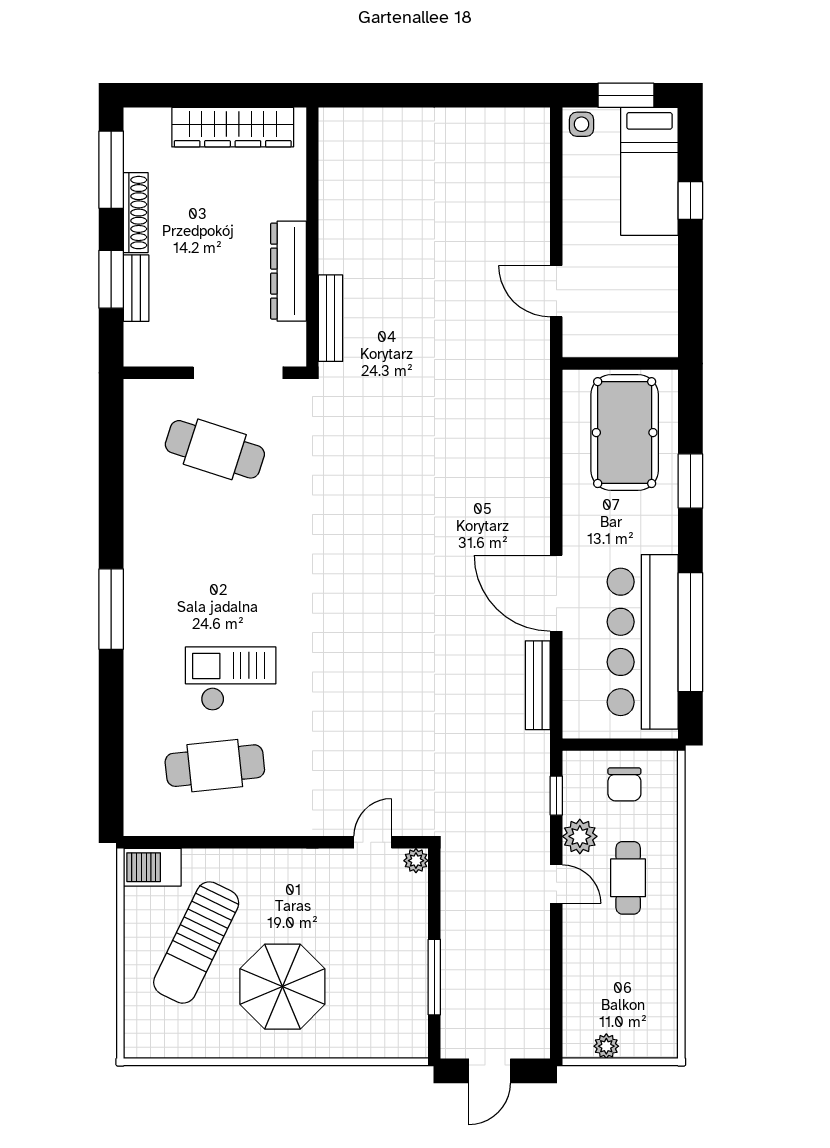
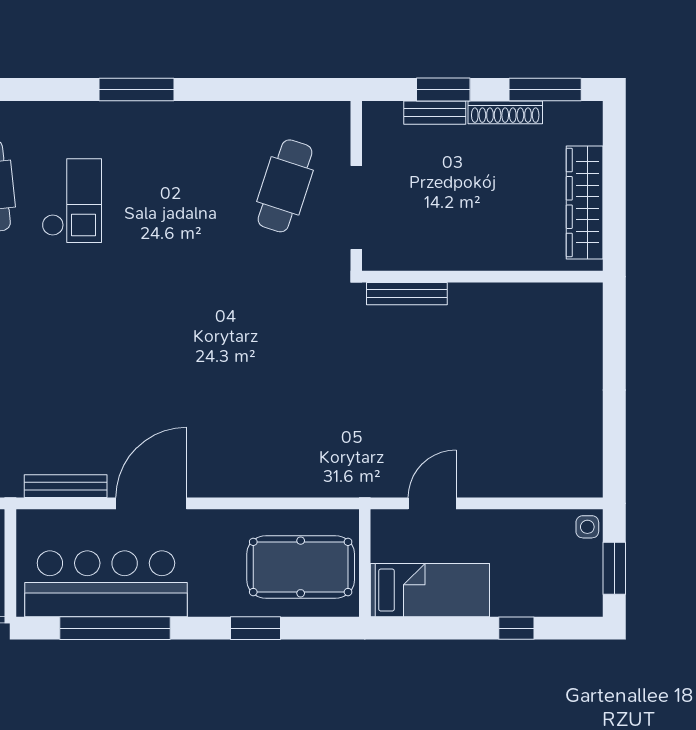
bed: (649, 171) -> (430, 590), moved, turned 180
dresser: (288, 271) -> (451, 254), removed

